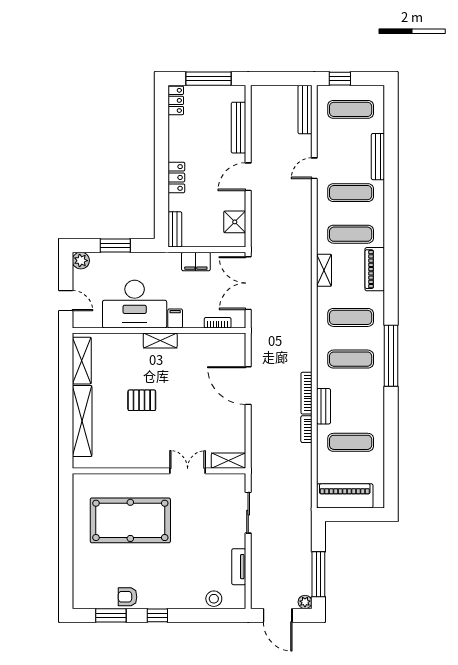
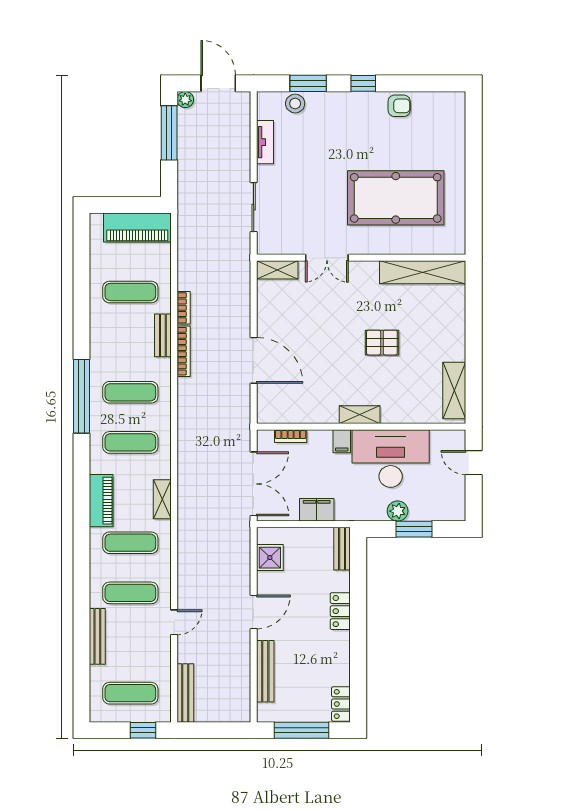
plant: (81, 261) -> (398, 511), moved
shelving: (82, 421) -> (423, 272), moved, turned 90
window: (111, 615) -> (308, 83), moved

